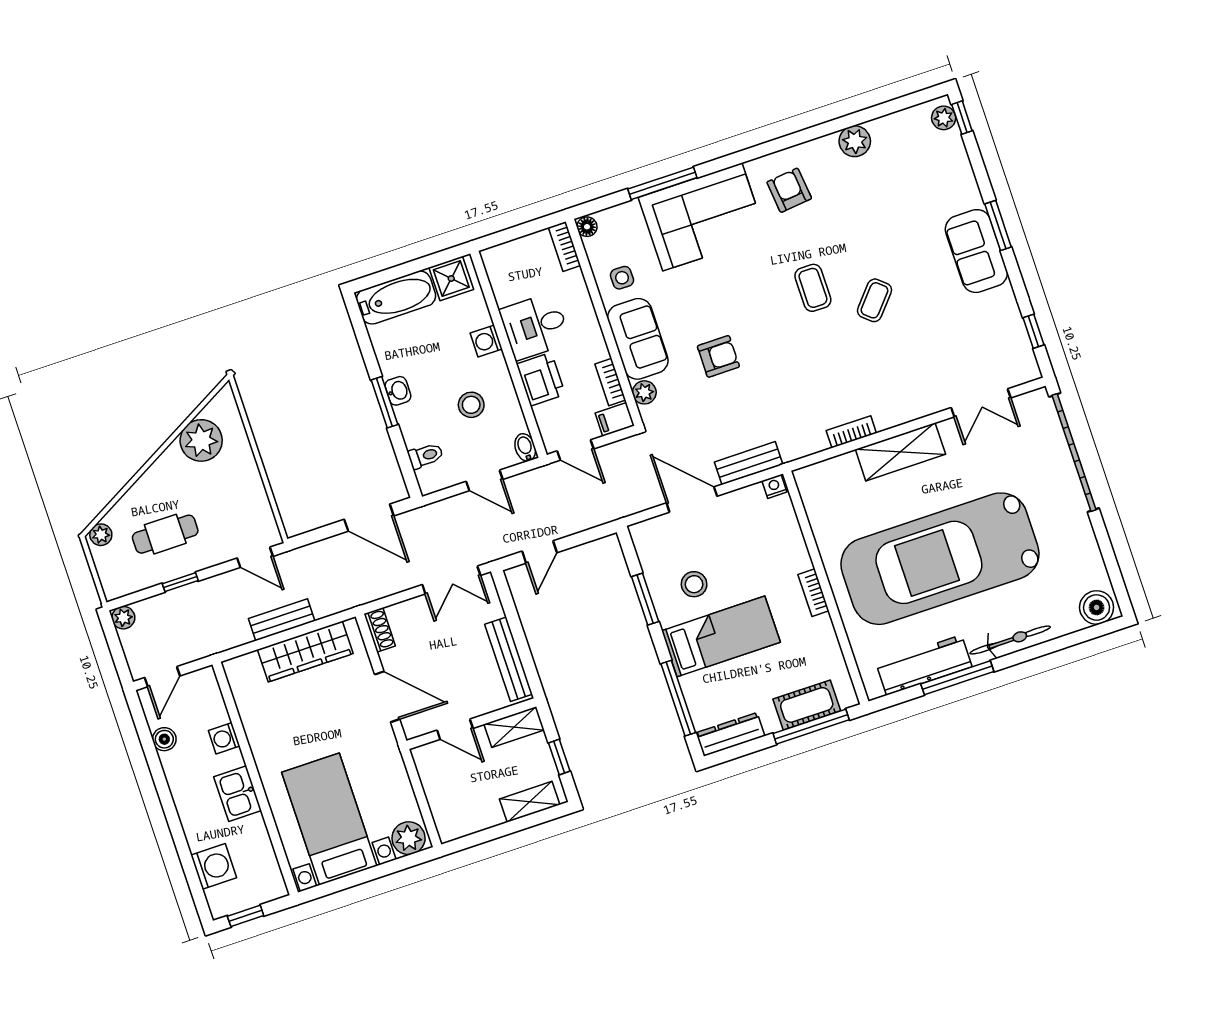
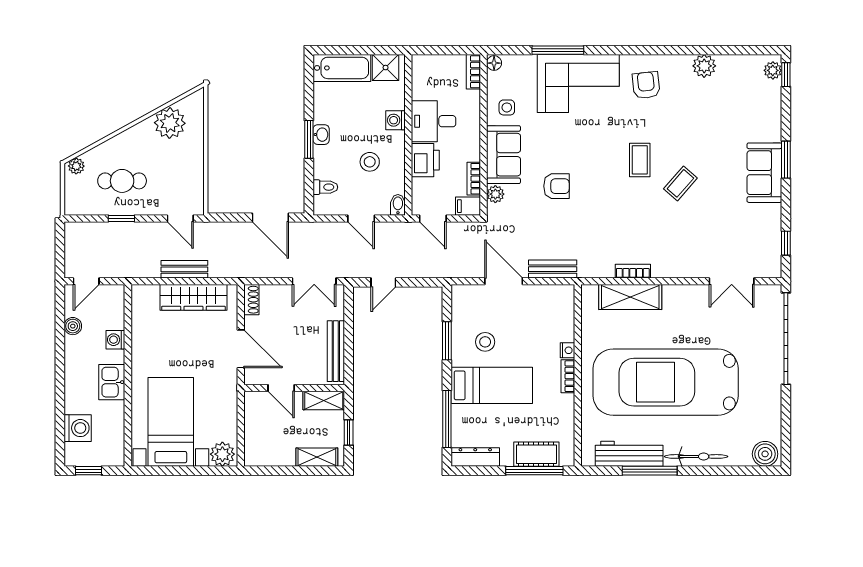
shelving: (900, 452) -> (630, 297), moved
nightstand: (774, 486) -> (567, 350), moved, turned 90
plant: (123, 618) -> (73, 230), removed

